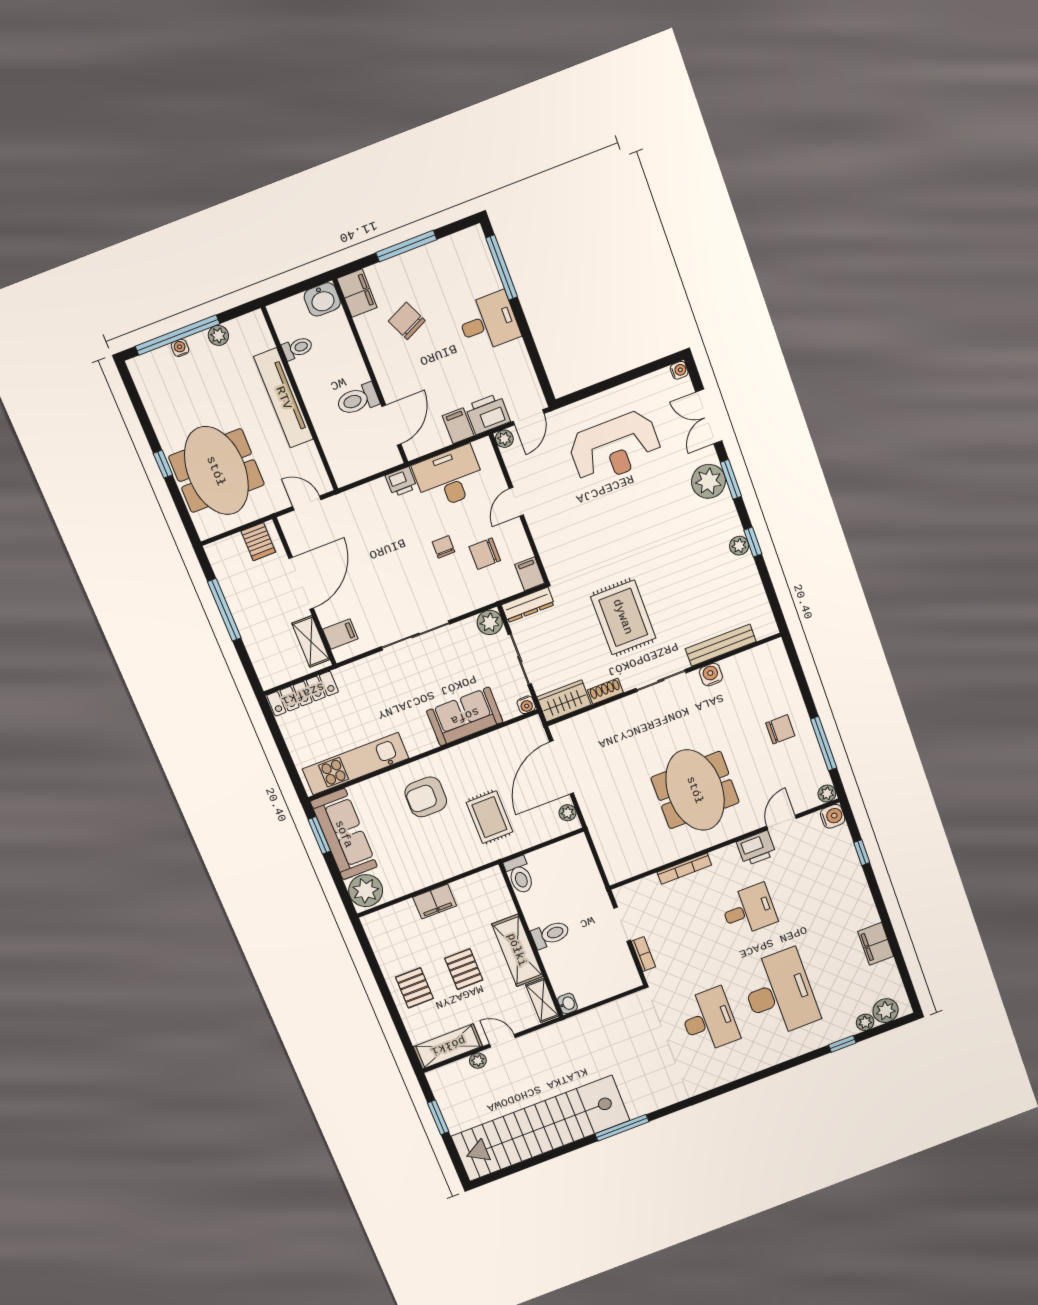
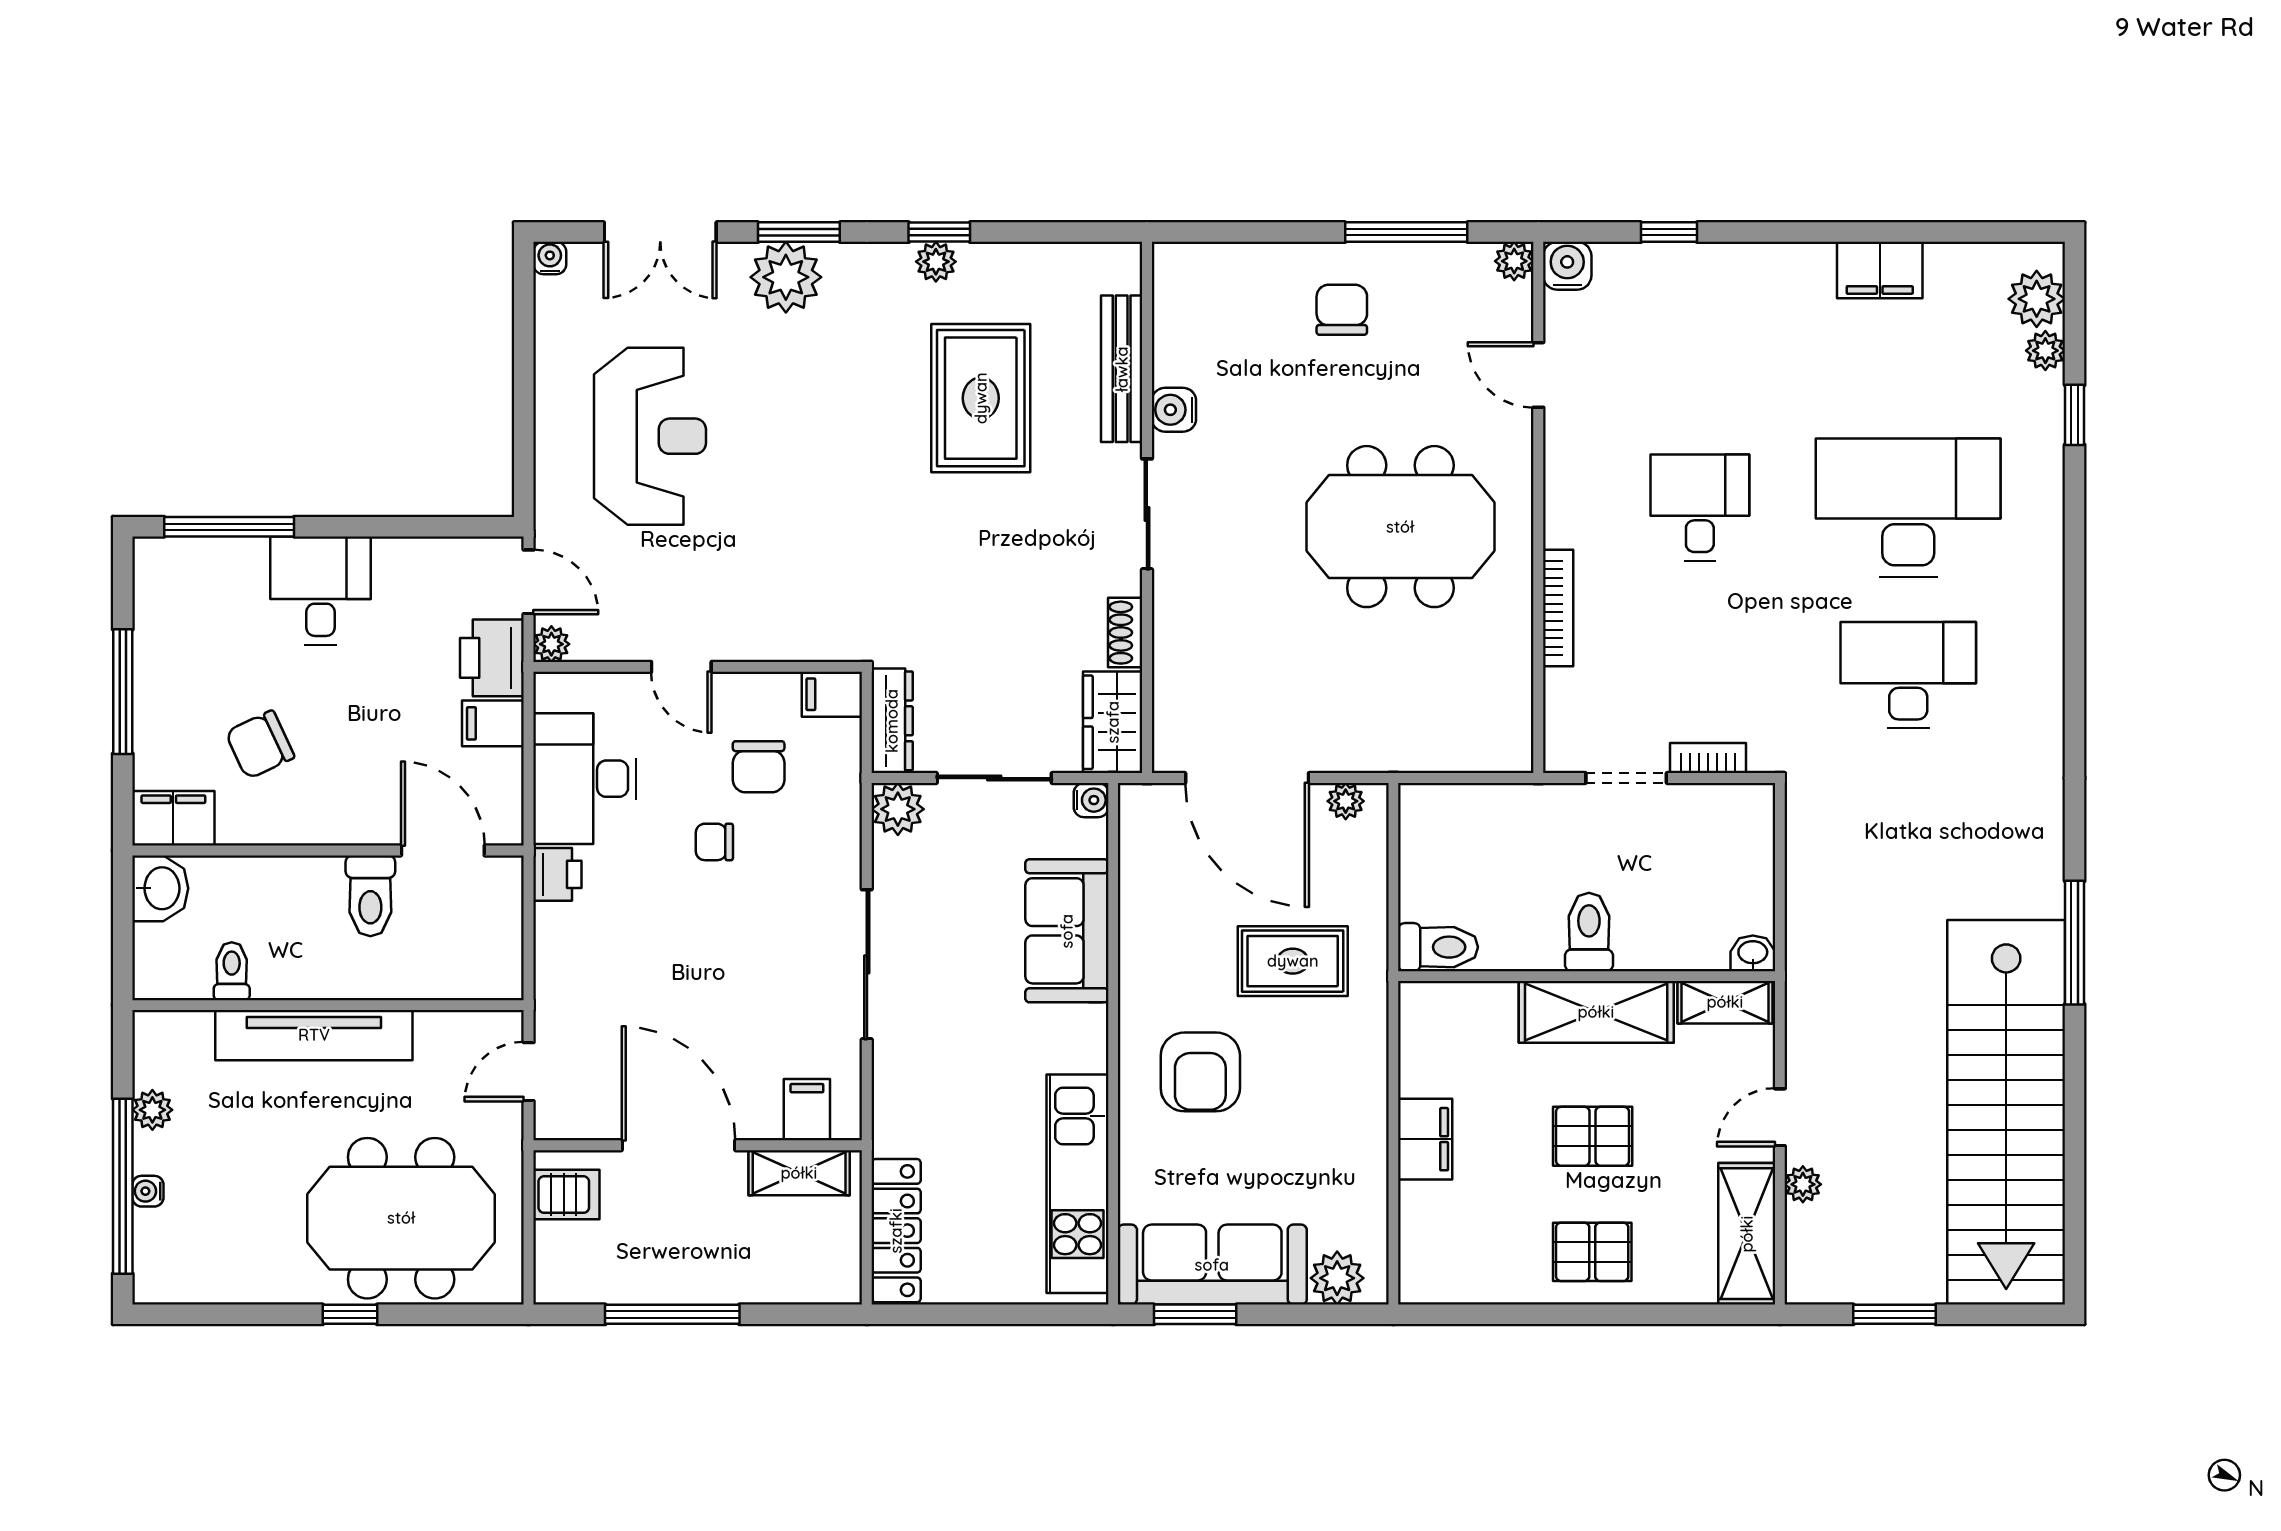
rug: (623, 617) -> (981, 398), moved, turned 90
printer: (756, 848) -> (1573, 446), removed
plant: (366, 891) -> (1337, 1278), width x0.73, depth x0.73

